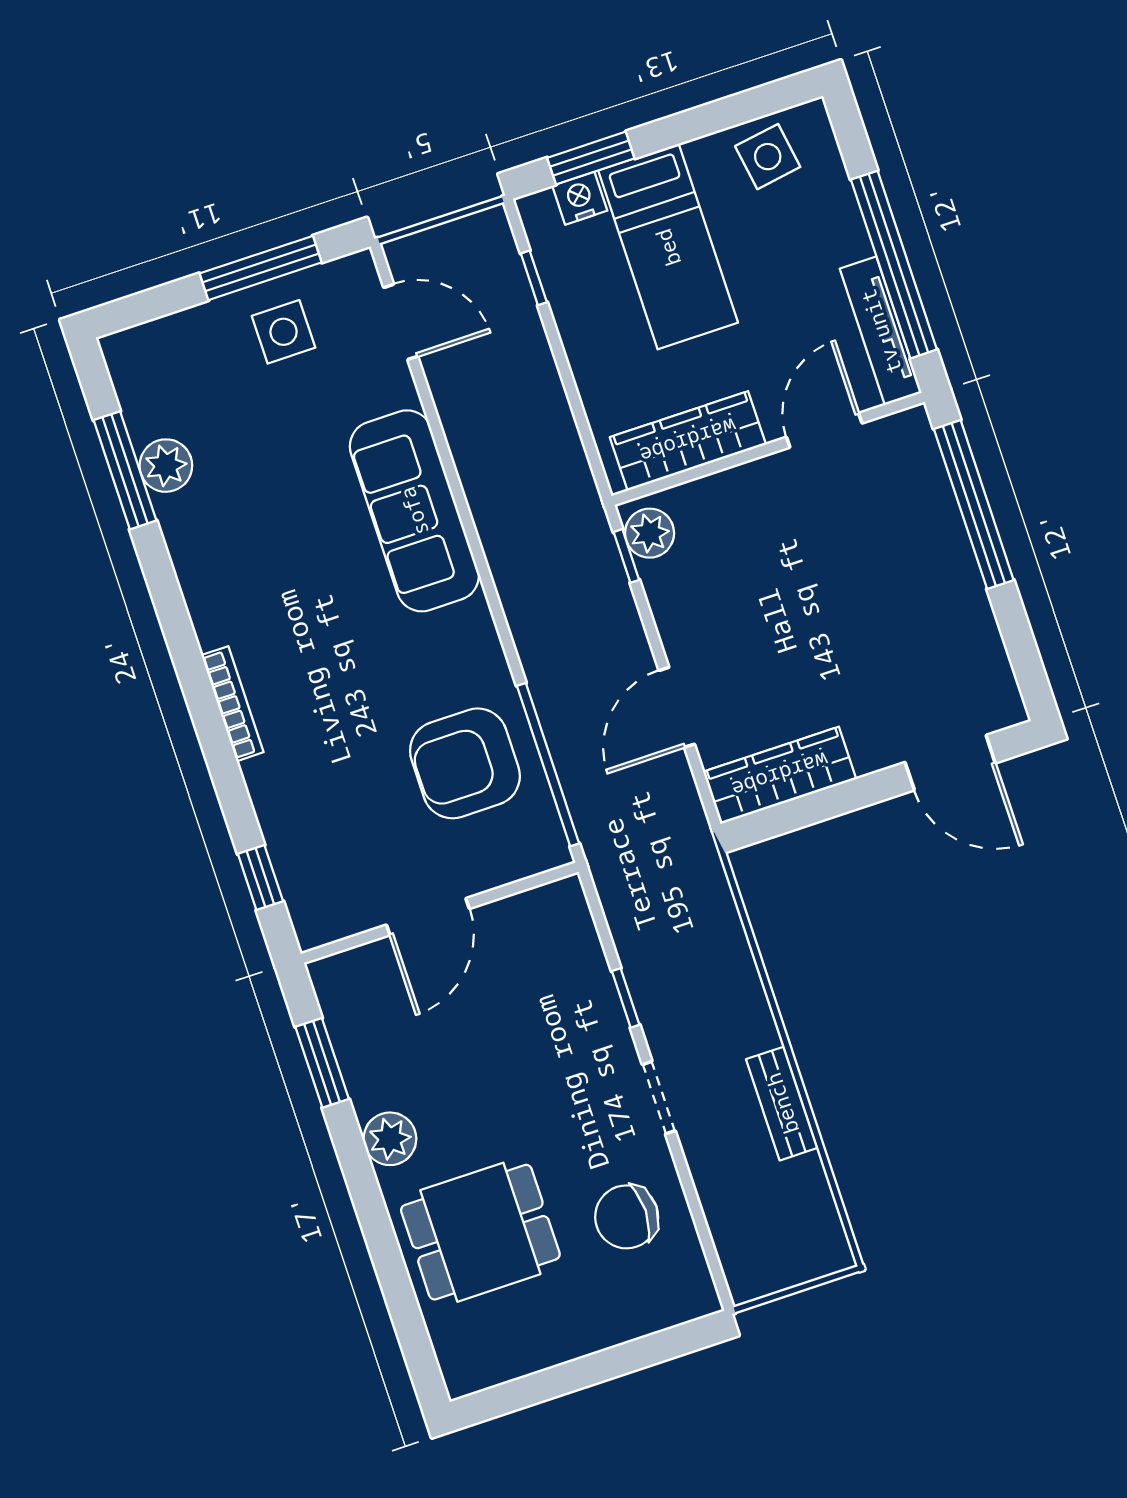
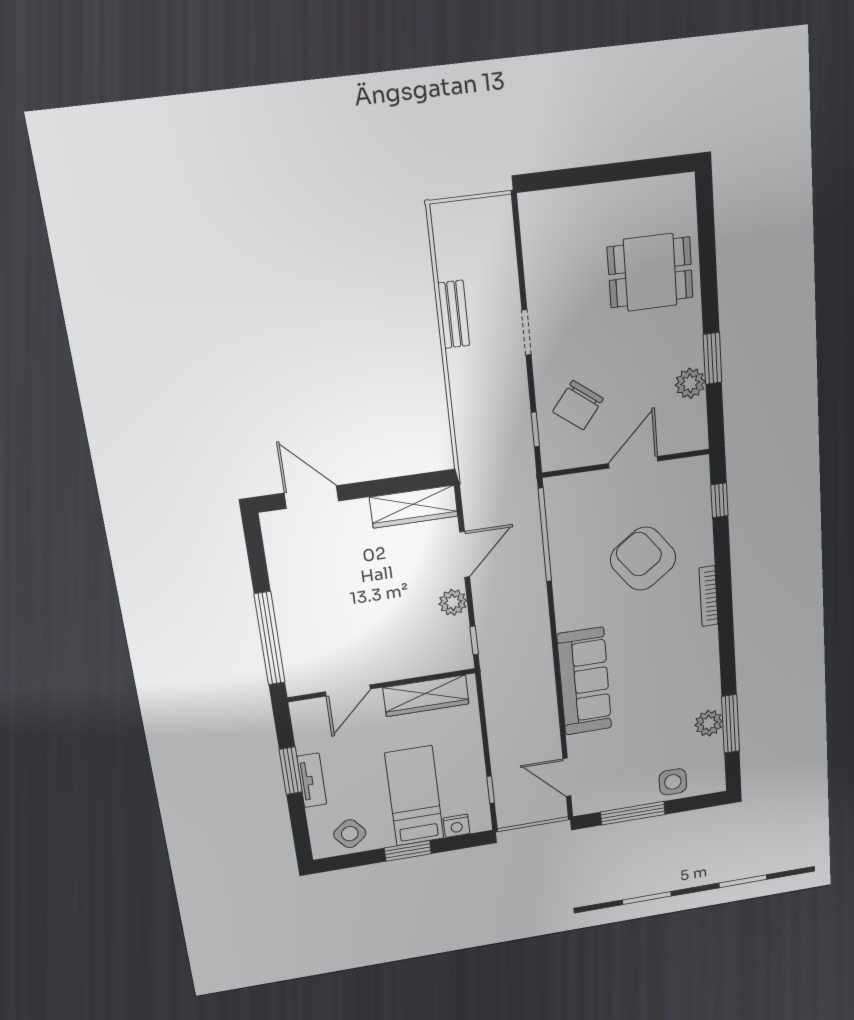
side table: (768, 157) -> (350, 834), turned -30
window: (591, 158) -> (408, 851), moved
window: (894, 265) -> (291, 771), width x0.47
tv unit: (881, 331) -> (312, 780), moved, width x0.71
side table: (284, 332) -> (673, 782), moved
plant: (650, 533) -> (453, 602), moved
armchair: (465, 763) -> (643, 559), moved, turned -126
window: (626, 998) -> (535, 429), moved
window: (322, 1063) -> (712, 358), moved
plant: (390, 1139) -> (690, 383), moved
chair: (627, 1217) -> (578, 405), moved, turned 128

